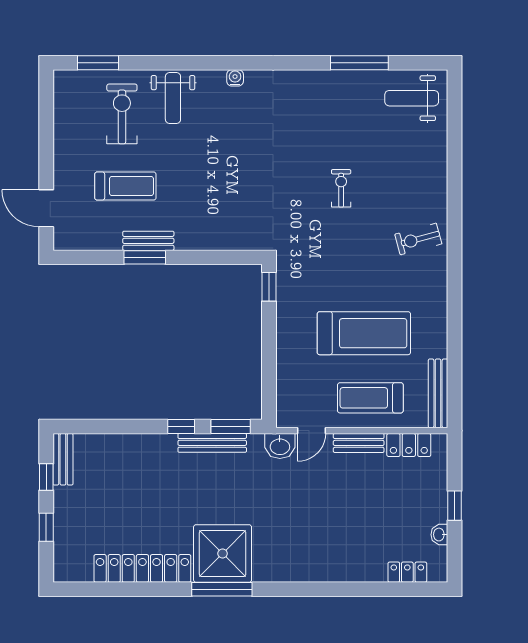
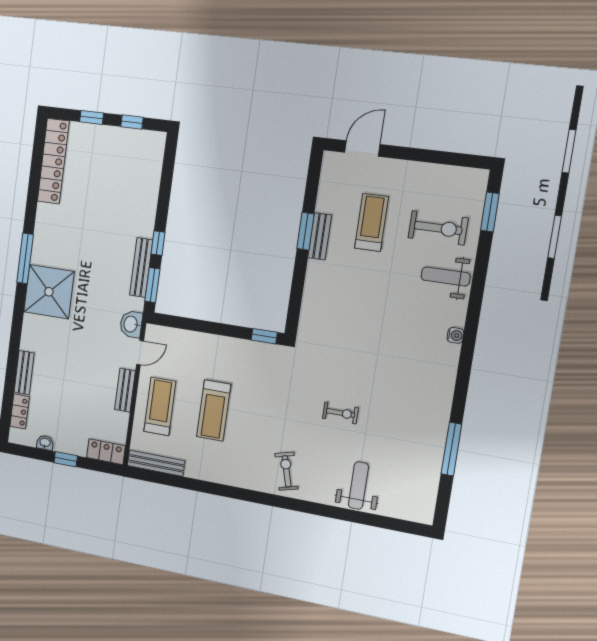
weight bench: (412, 98) -> (358, 486), moved
treadmill: (125, 186) -> (371, 222), turned 180
treadmill: (364, 333) -> (214, 410), width x0.73, depth x0.73
door: (312, 431) -> (140, 353), swing flipped
locker: (409, 445) -> (106, 452), moved, turned 90
bench: (63, 459) -> (24, 373), moved, turned 90
shower: (223, 554) -> (49, 292), moved
locker: (142, 568) -> (53, 161), moved

